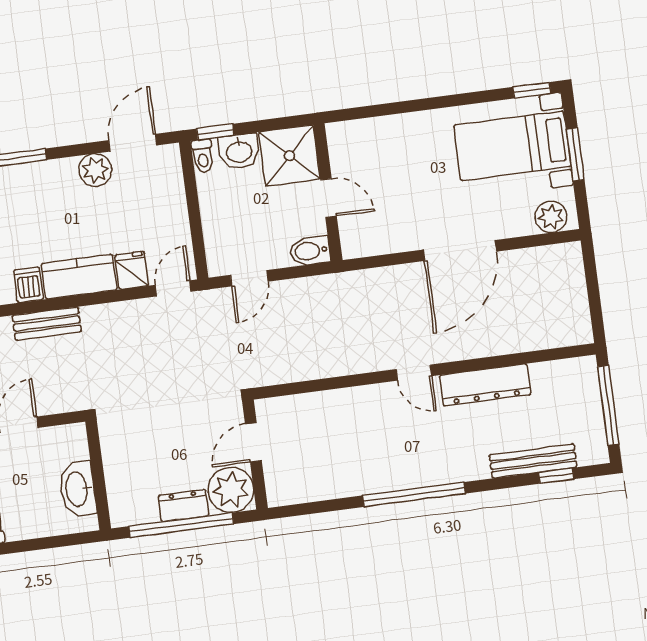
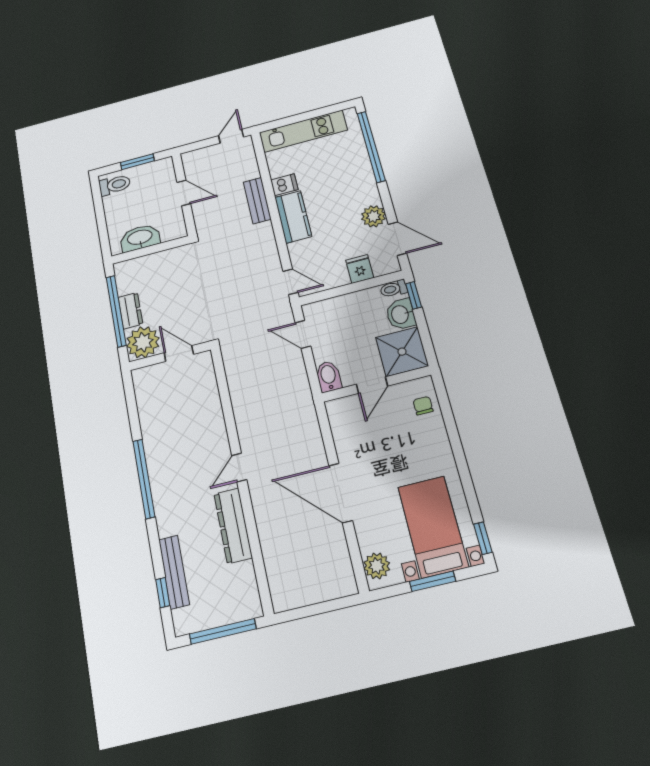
chair: (363, 138) -> (423, 406), added
fridge: (132, 270) -> (360, 269), moved, turned -90

